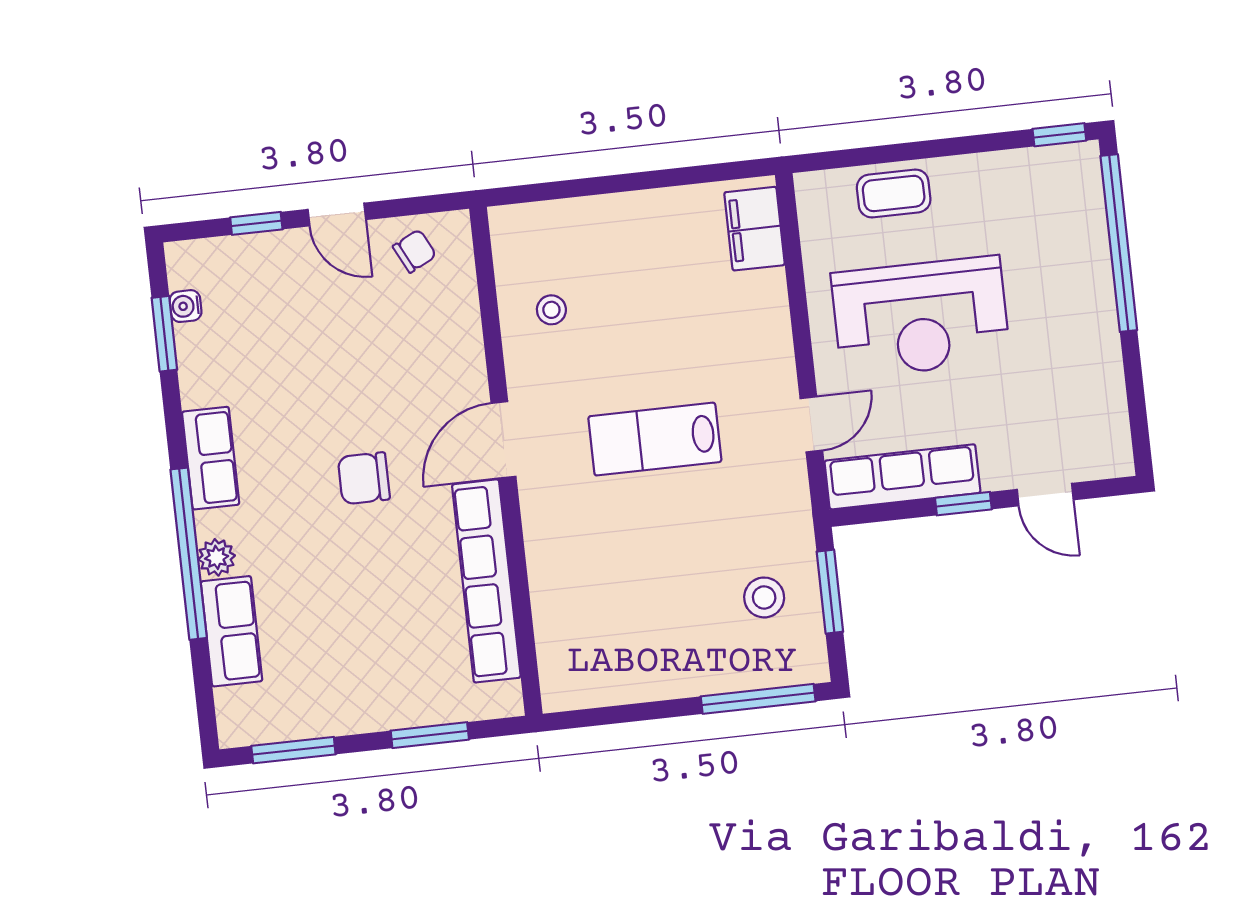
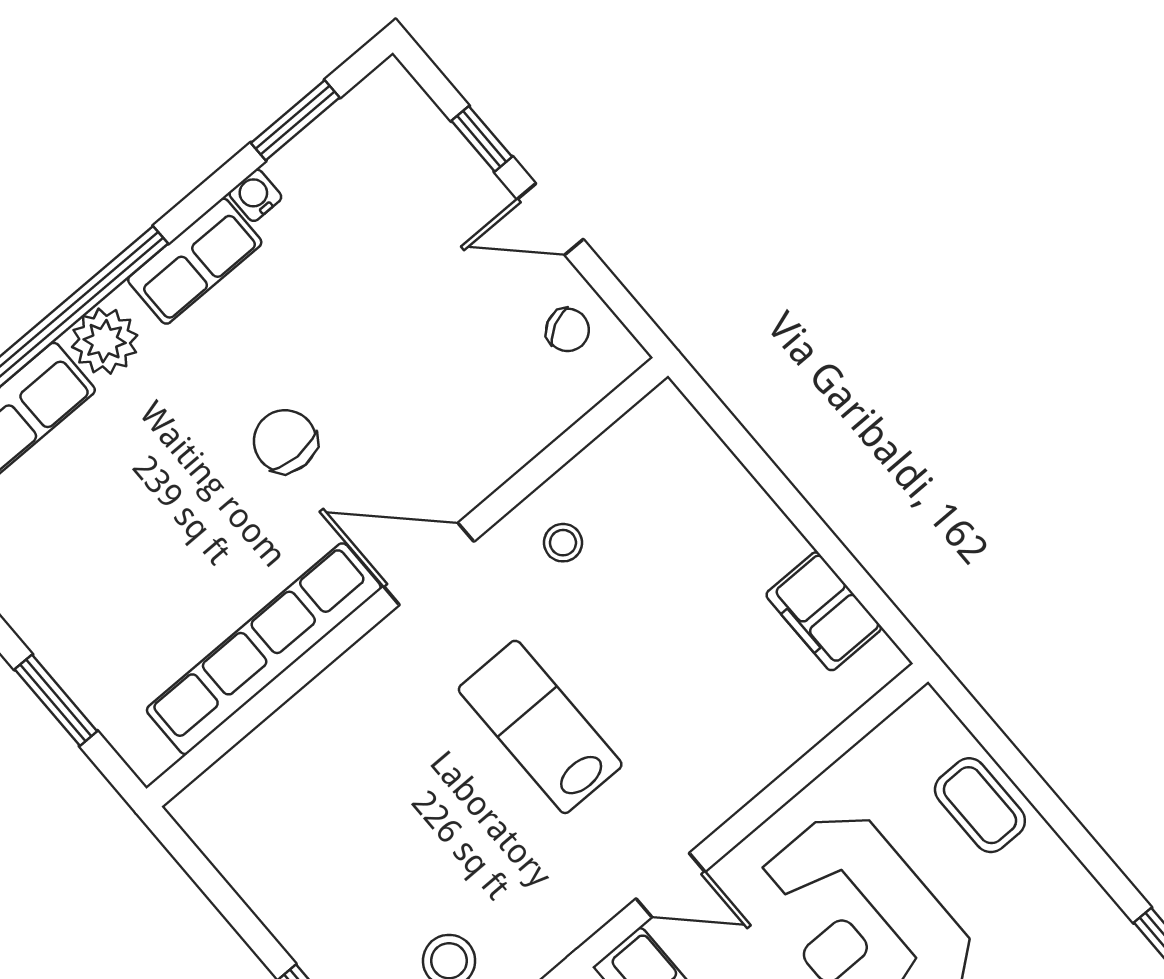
door: (337, 214) -> (550, 219), hinge flipped
filing cabinet: (754, 229) -> (824, 611), moved, turned -90
water cooler: (186, 306) -> (255, 195), moved
stool: (551, 310) -> (563, 543), moved
plant: (217, 557) -> (105, 341), width x1.38, depth x1.38

